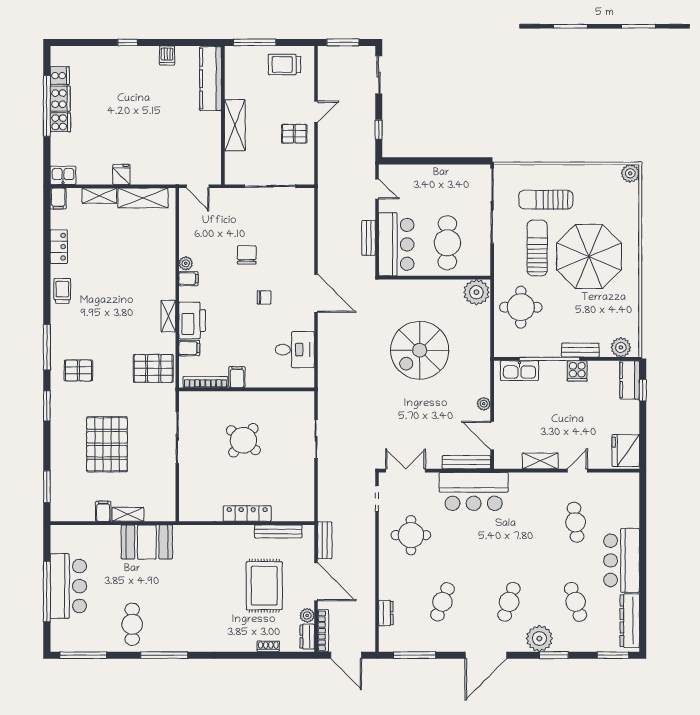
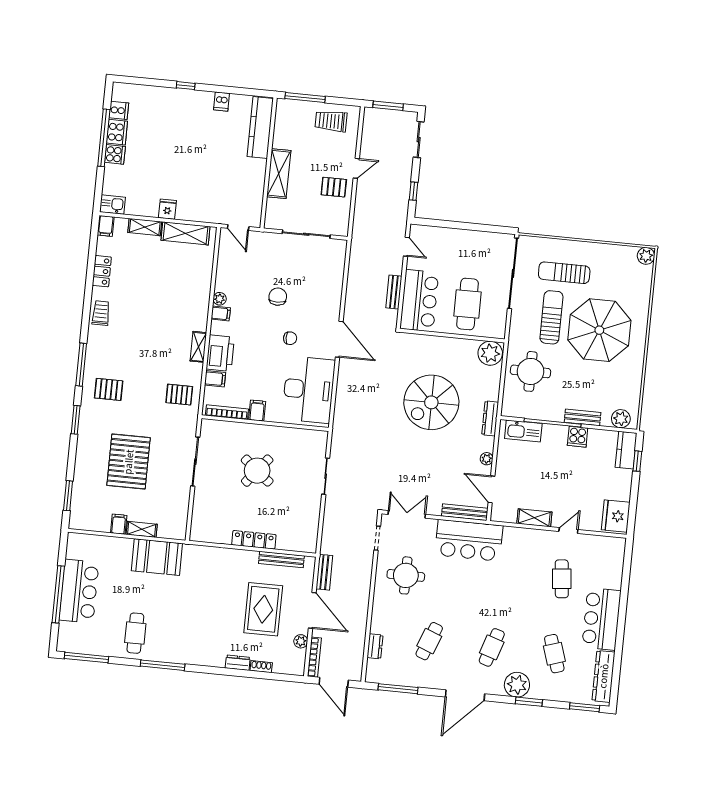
desk: (295, 350) -> (309, 390), width x1.87, depth x1.30
dresser: (483, 361) -> (490, 418), added
pallet: (153, 368) -> (179, 395), width x0.67, depth x0.71
dresser: (307, 637) -> (238, 663), moved, turned 90

